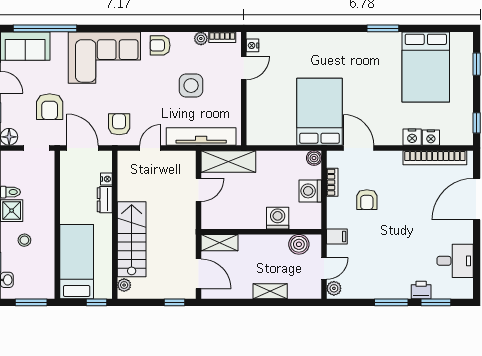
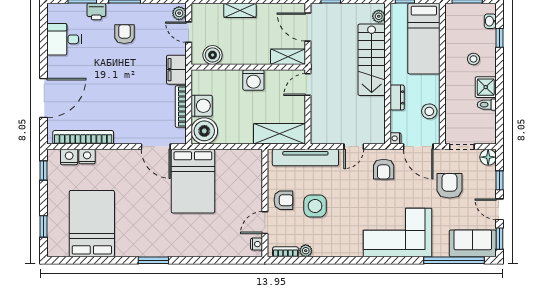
window: (383, 28) -> (153, 260), moved
armchair: (160, 45) -> (283, 200), moved
nightstand: (412, 137) -> (69, 157), moved
boiler: (314, 158) -> (204, 131), width x1.86, depth x1.86
nightstand: (106, 179) -> (395, 138), moved
bookcase: (332, 182) -> (181, 107), width x1.56
stool: (71, 185) -> (429, 111), added
door: (199, 190) -> (308, 85), moved
armchair: (367, 200) -> (124, 34), moved
washing machine: (278, 218) -> (253, 80), moved
filing cabinet: (337, 236) -> (176, 70), width x2.00
door: (324, 268) -> (189, 32), hinge flipped

